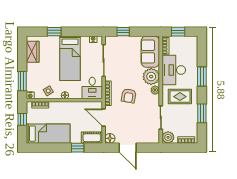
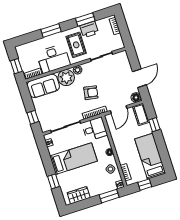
printer: (191, 114) -> (89, 29), added
plant: (168, 137) -> (118, 44), removed

